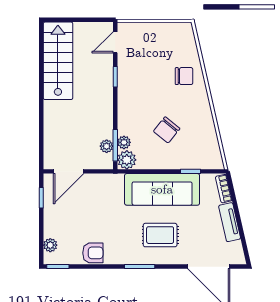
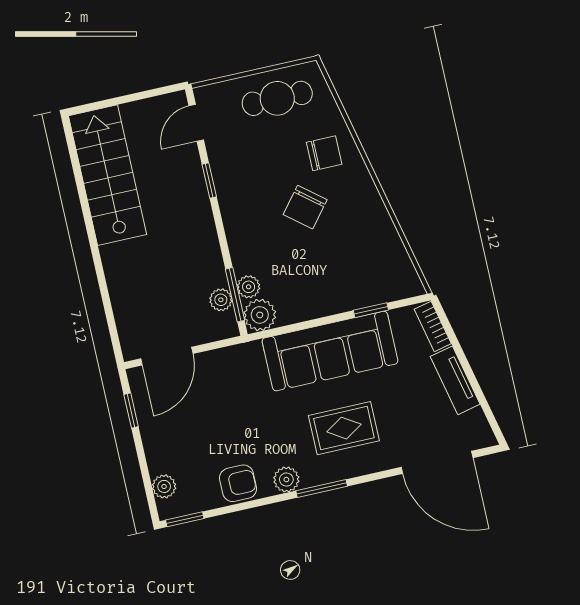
cafe table: (164, 39) -> (277, 98), added
chair: (167, 130) -> (305, 207), moved
plant: (121, 257) -> (286, 480), added

